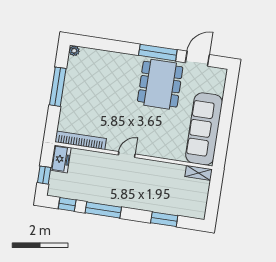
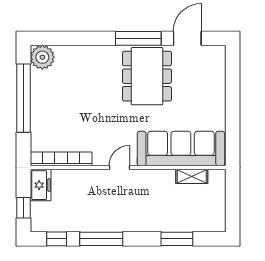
plant: (74, 51) -> (42, 57), width x1.88, depth x1.88
window: (58, 87) -> (23, 98), width x1.46
sofa: (204, 129) -> (181, 148), moved, turned 90
shelving: (199, 173) -> (192, 176), moved

